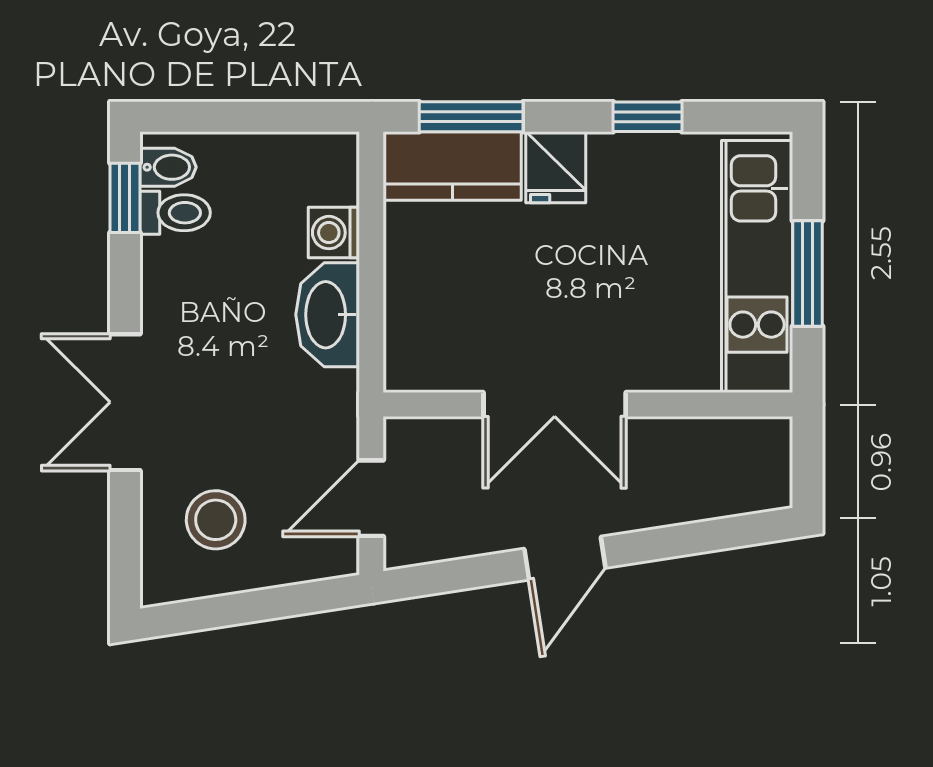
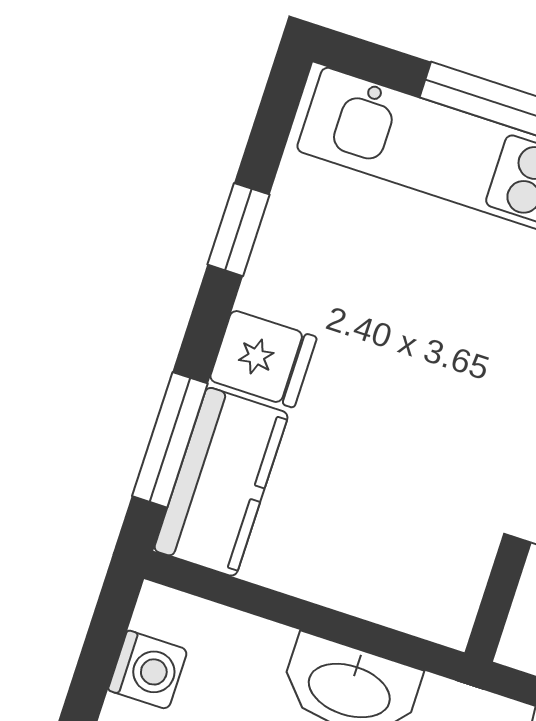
washing machine: (334, 233) -> (148, 670), moved, turned -90

